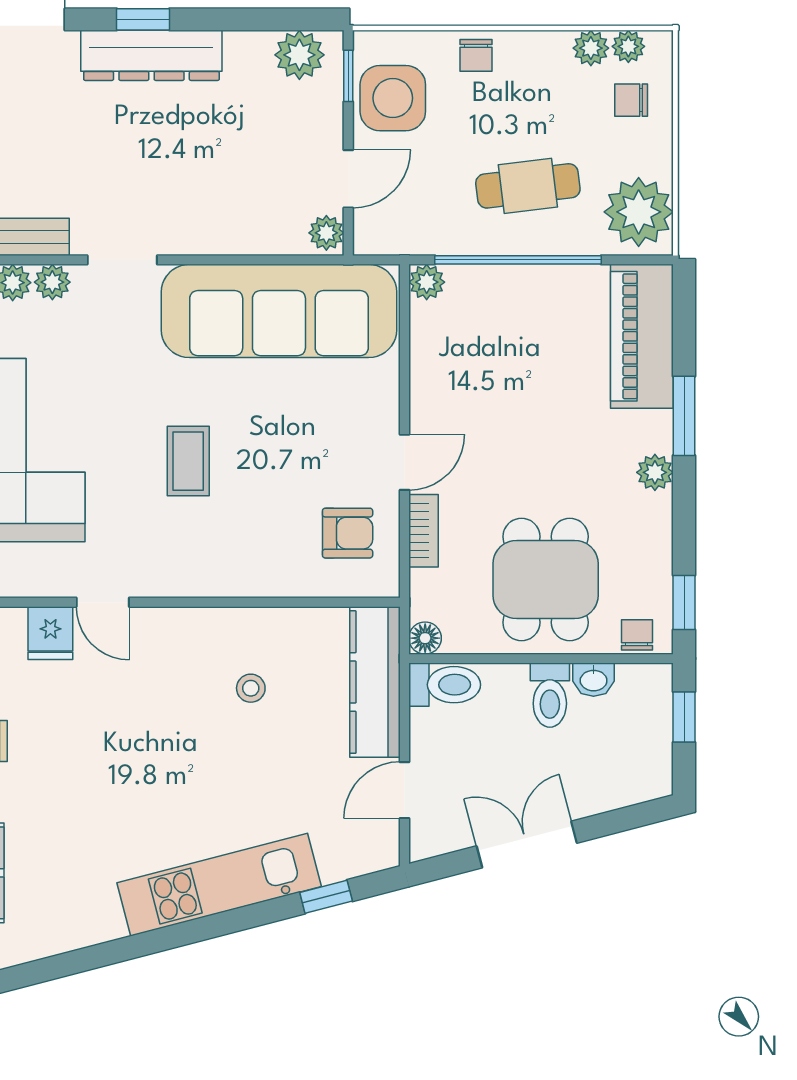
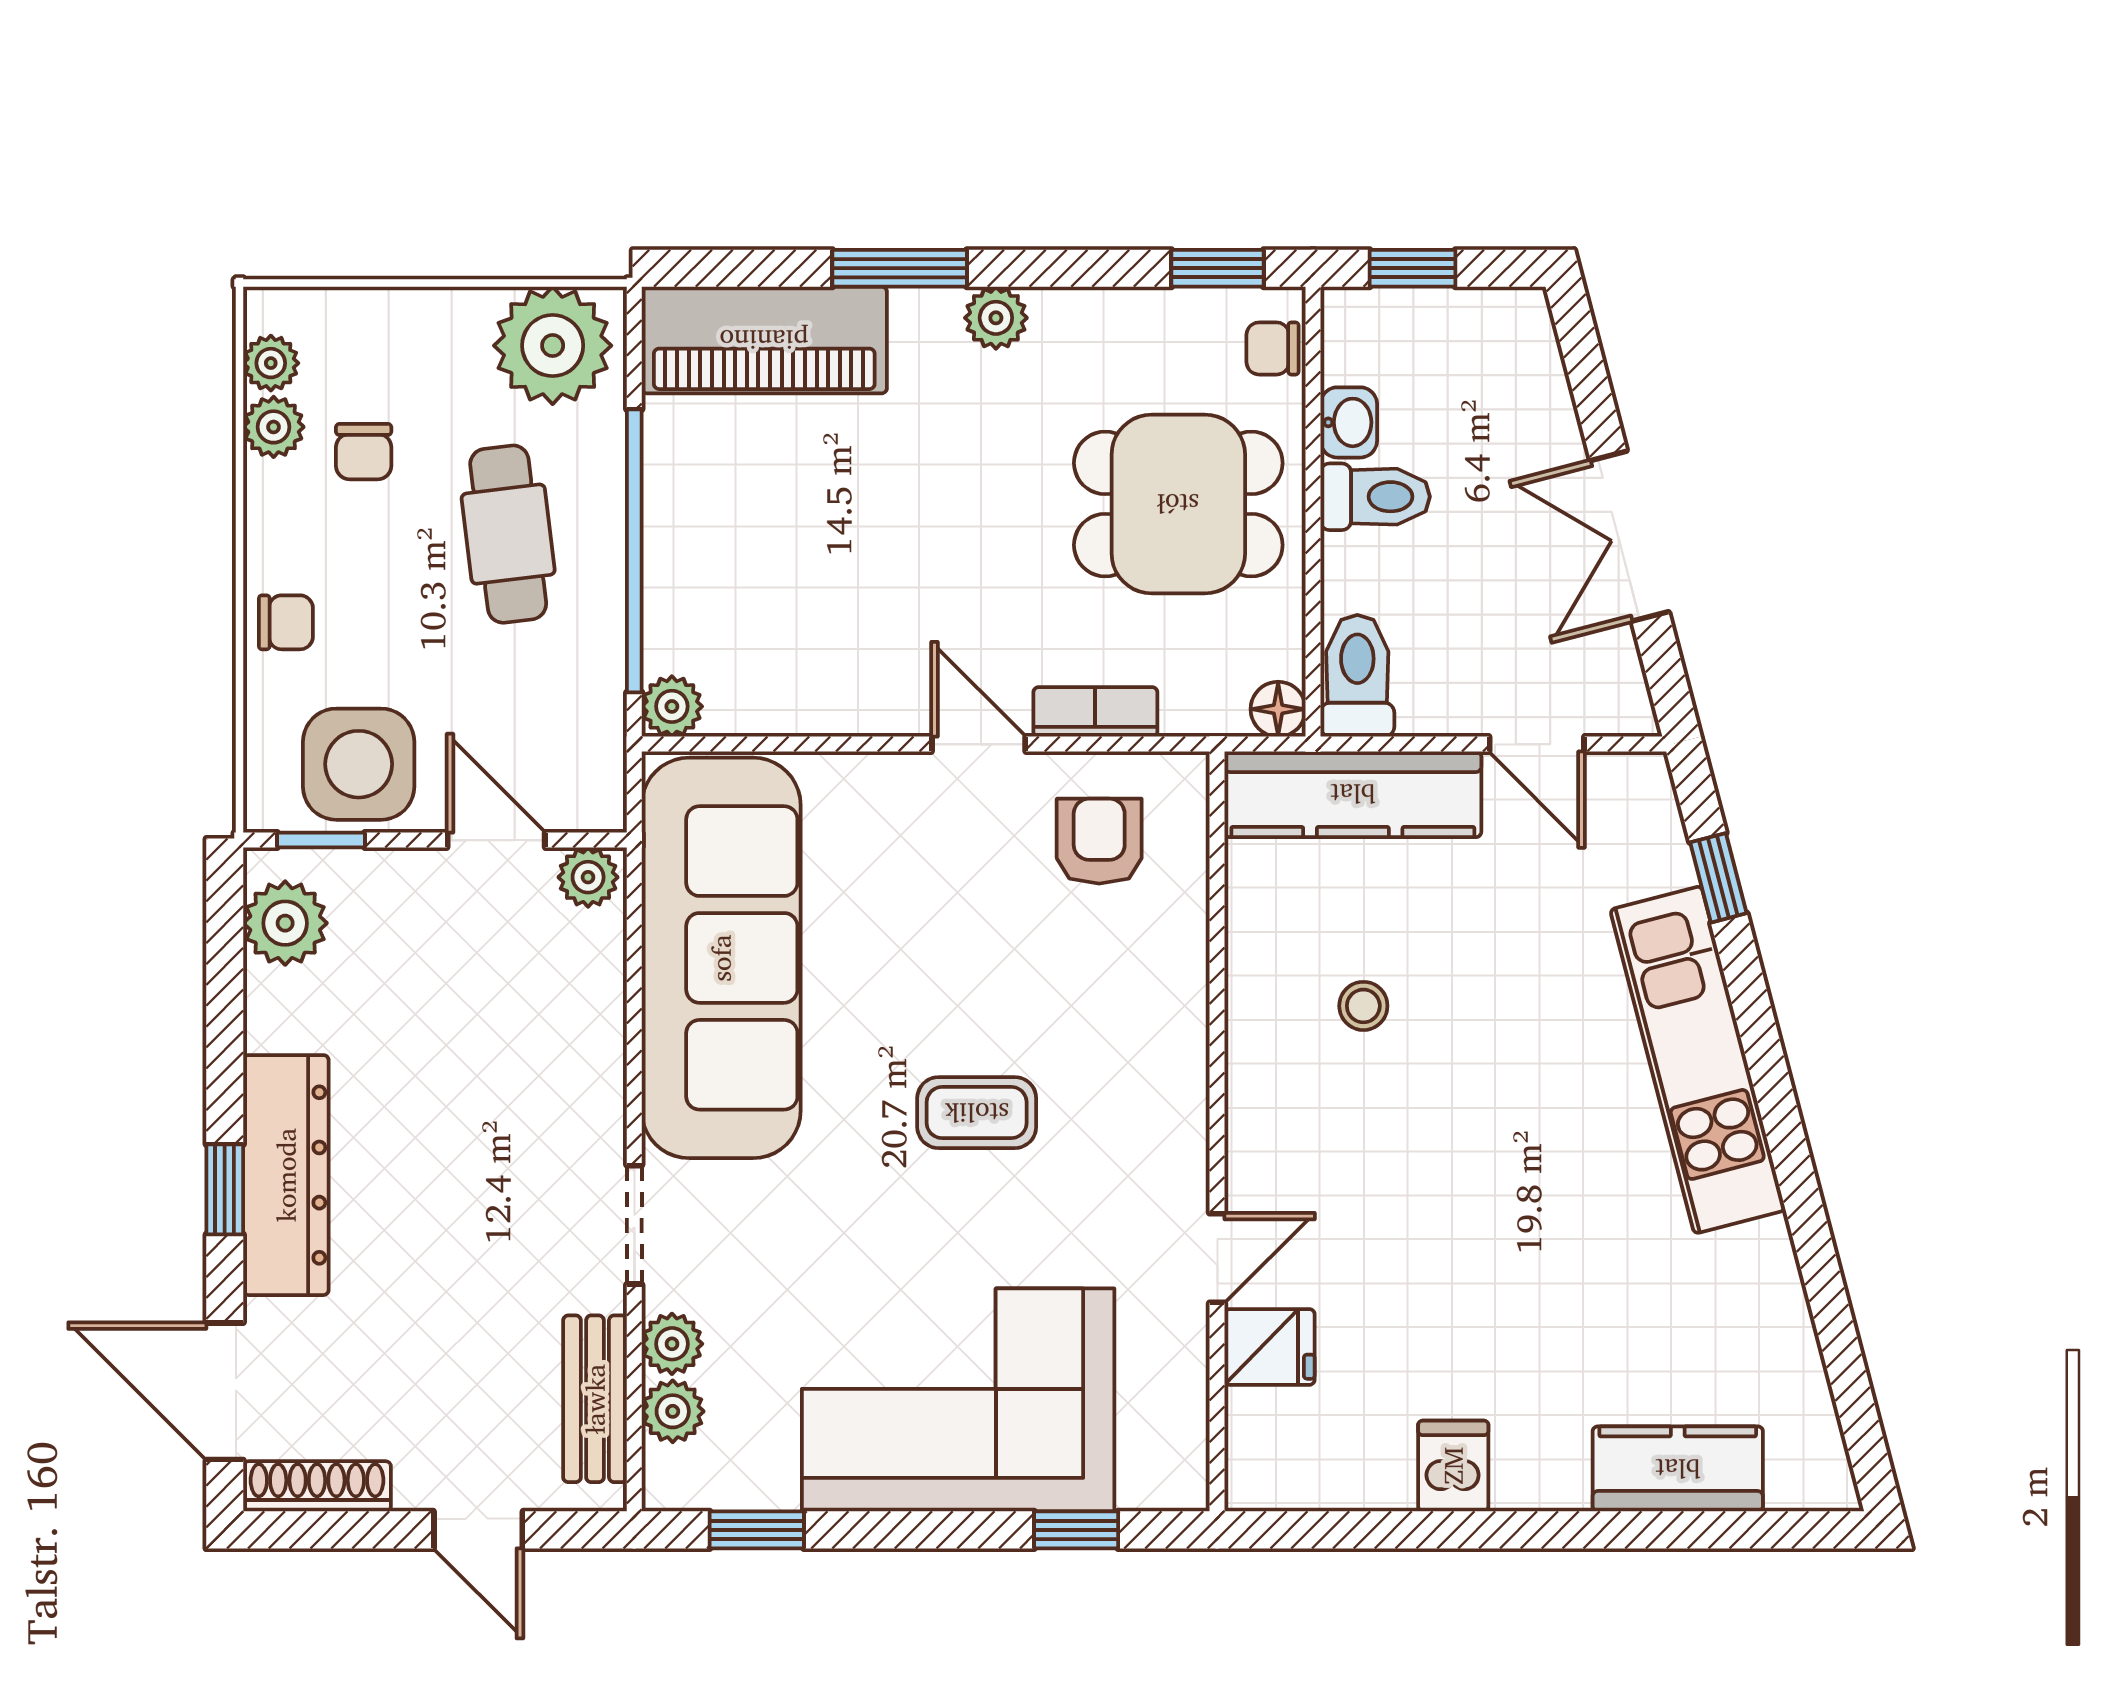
chair: (631, 100) -> (364, 452), moved

